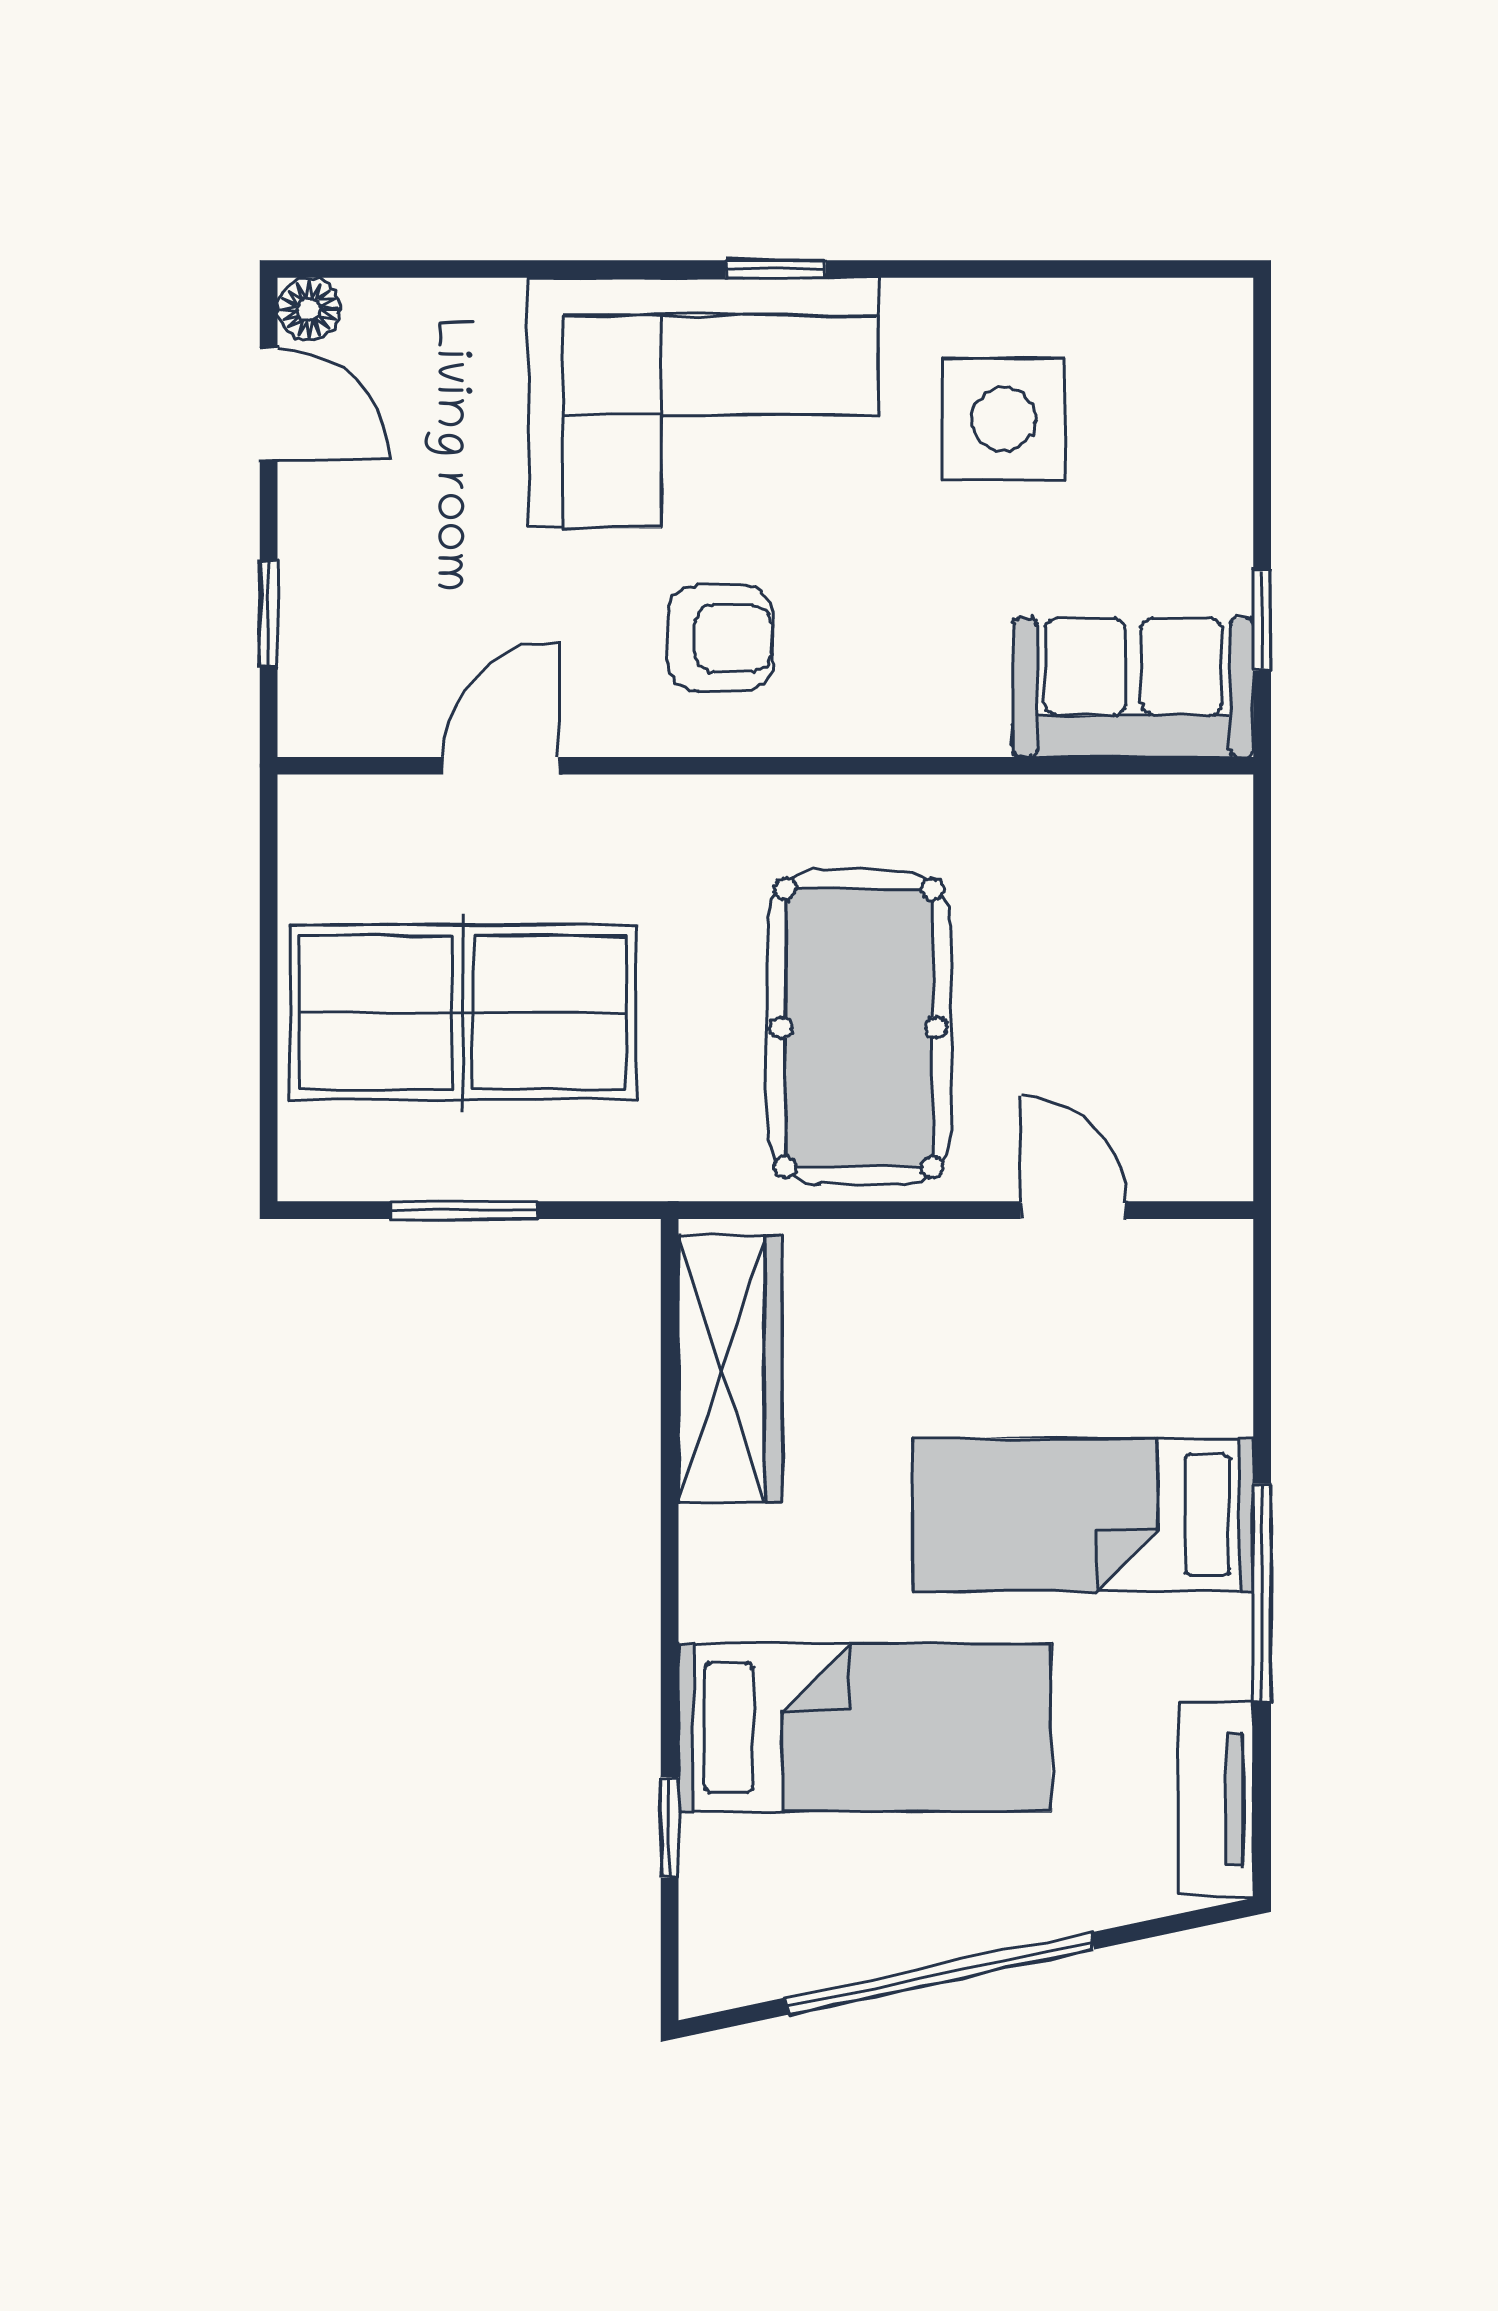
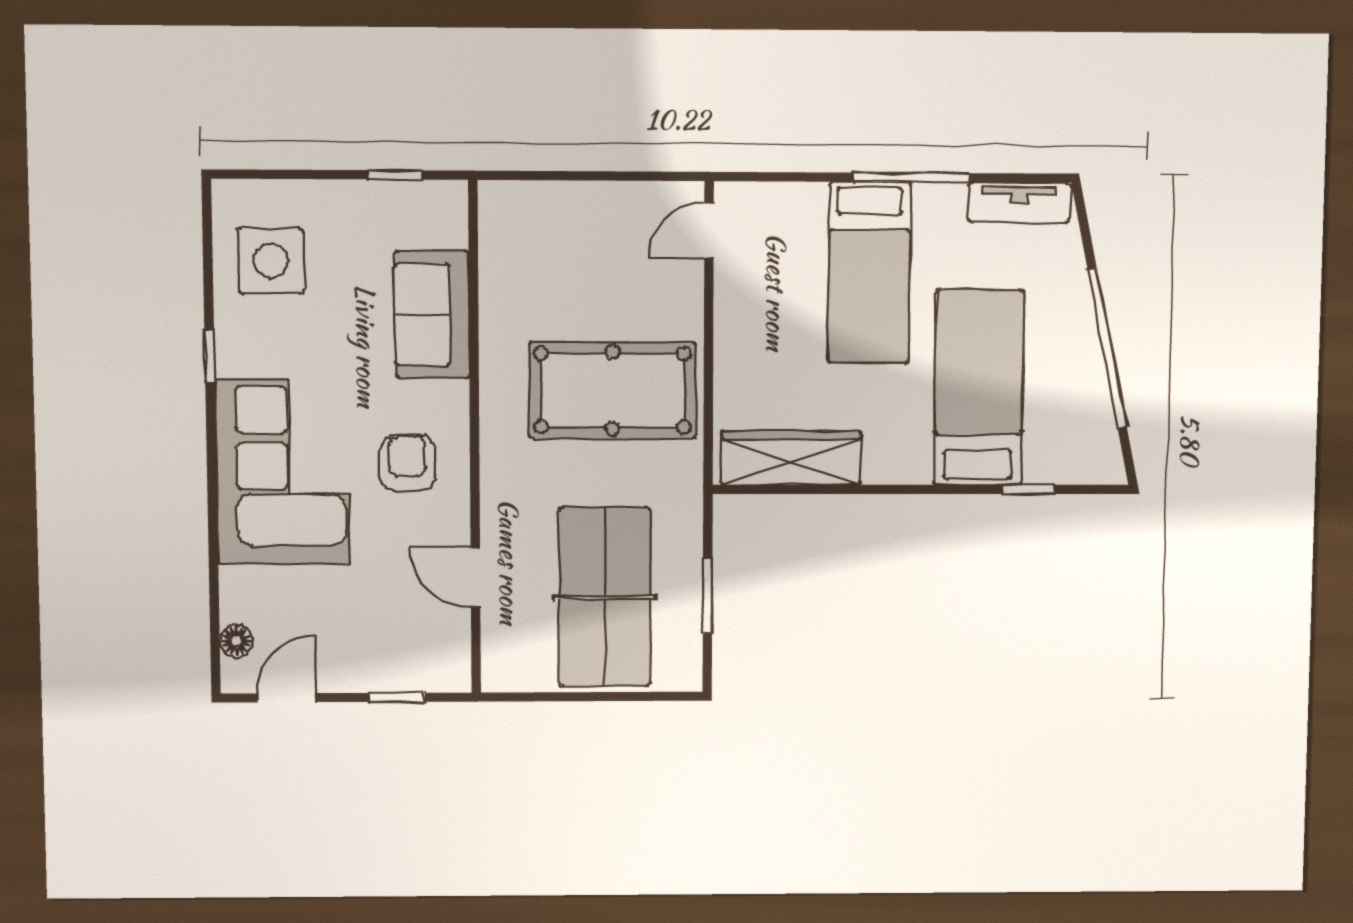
window: (776, 269) -> (210, 356), moved
floor lamp: (309, 309) -> (236, 641), moved
side table: (1004, 419) -> (271, 261), moved
sofa: (1133, 687) -> (432, 315), moved
door: (1073, 1210) -> (709, 231), moved

